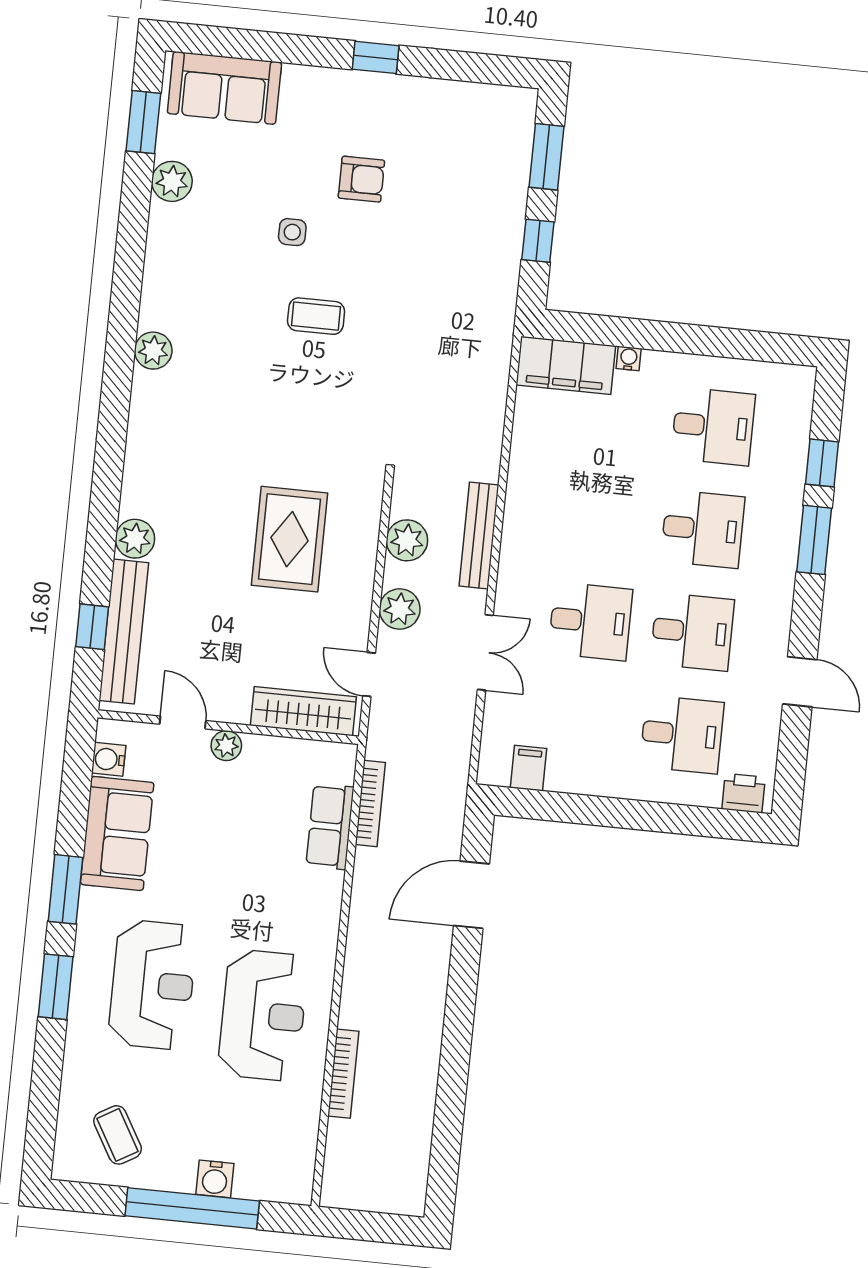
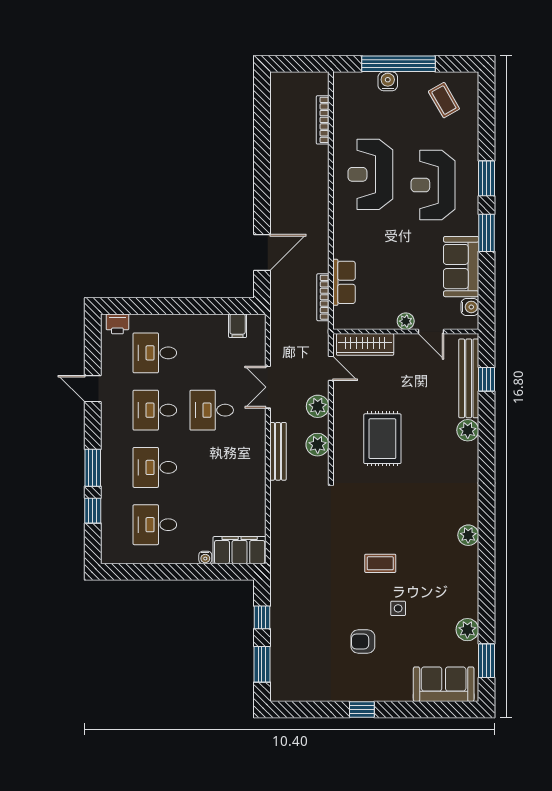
bookcase: (343, 1074) -> (323, 120), moved

